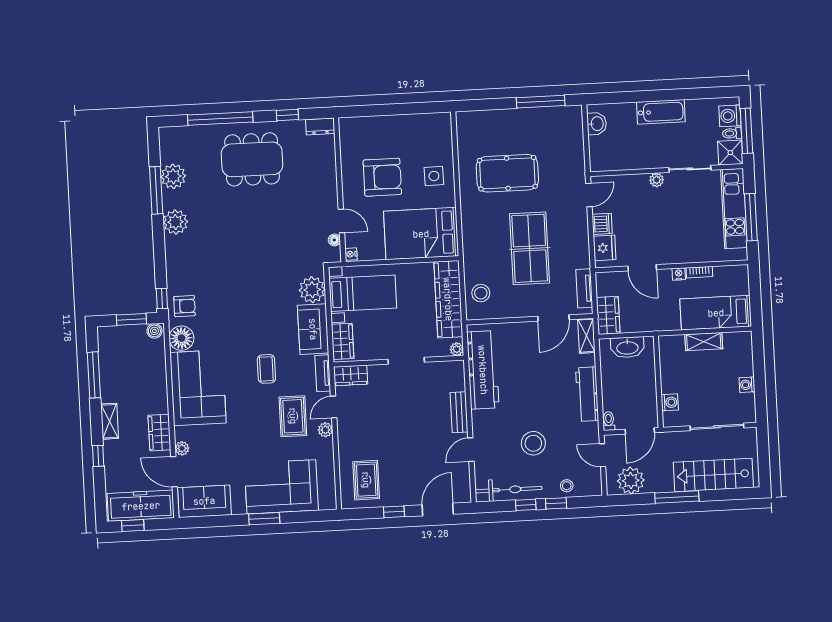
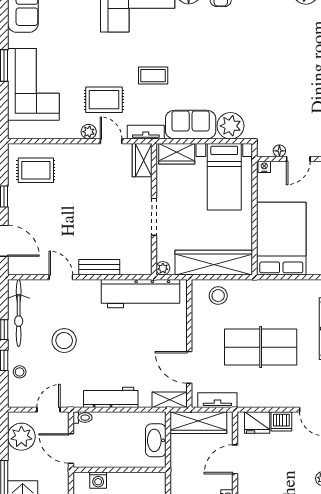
wardrobe: (608, 315) -> (198, 423), width x1.50

